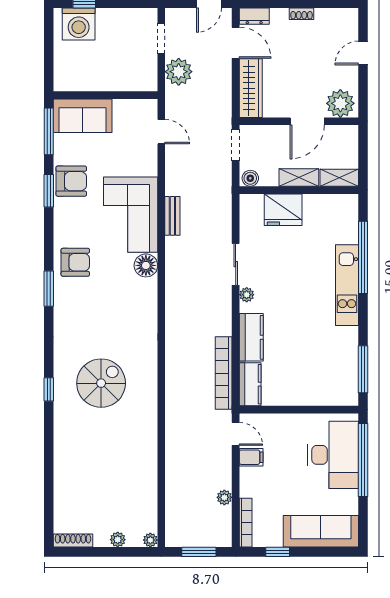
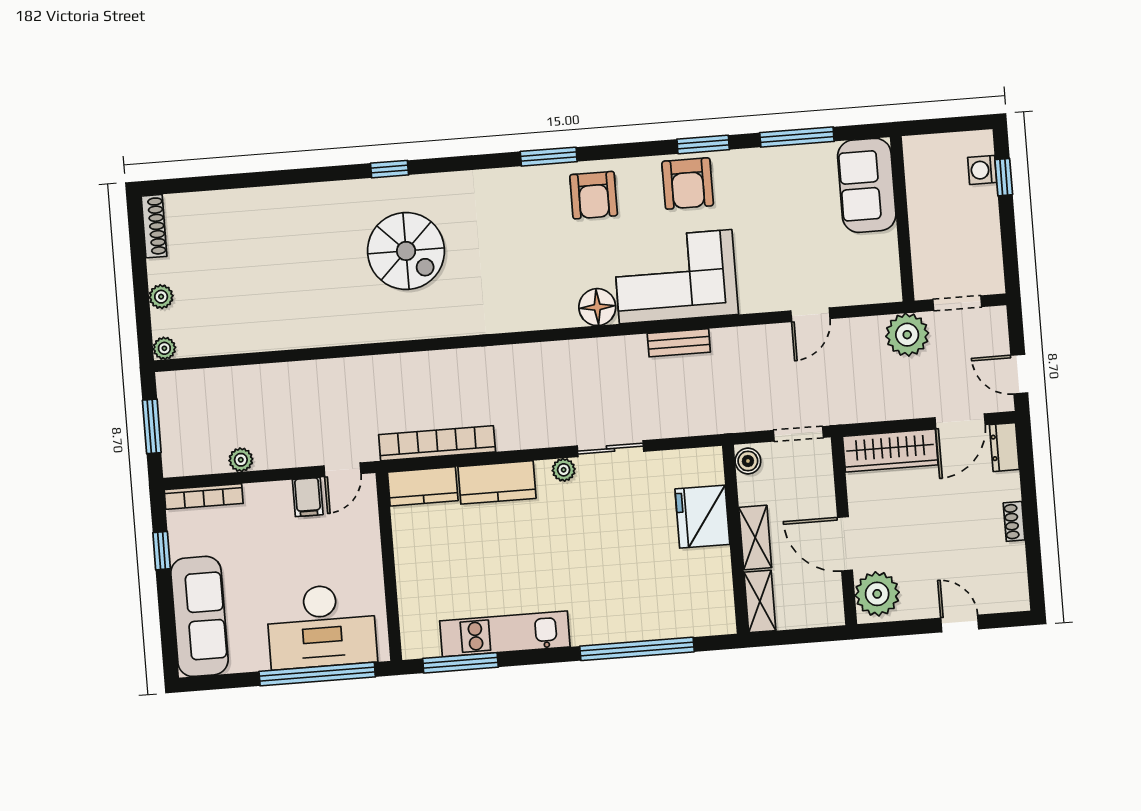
washing machine: (79, 24) -> (982, 170), width x0.53, depth x0.53
wall: (105, 95) -> (902, 219), moved
sofa: (83, 116) -> (867, 185), moved
armchair: (71, 181) -> (688, 184), moved
kitchen unit: (347, 285) -> (505, 634), moved

